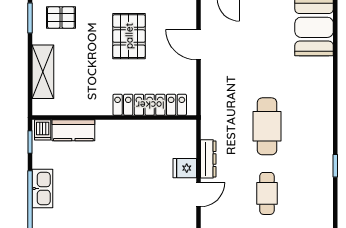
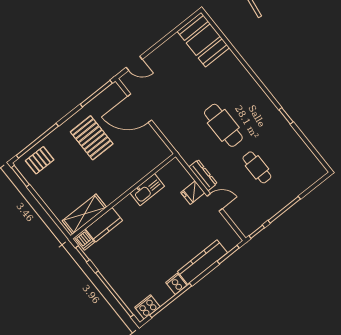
door: (199, 45) -> (140, 108), width x1.36
shelving: (43, 72) -> (84, 214), moved, turned 90
locker: (150, 105) -> (139, 170), removed
kitchen sink: (42, 188) -> (147, 190), moved, turned 90
door: (199, 195) -> (215, 202), hinge flipped

